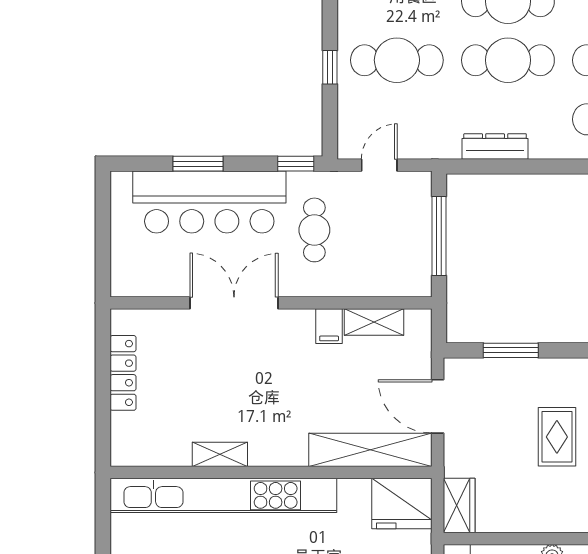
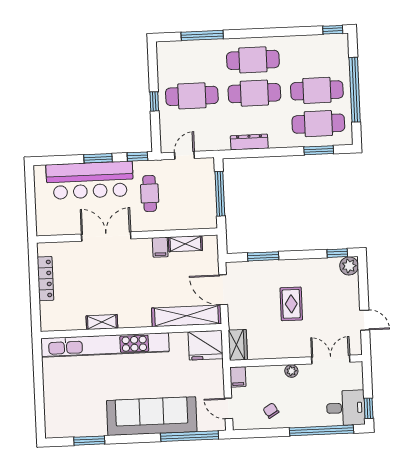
window: (198, 164) -> (98, 158), moved

